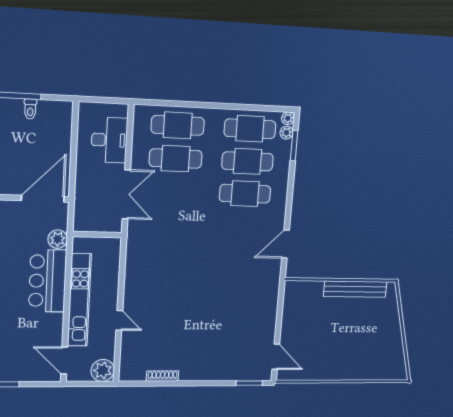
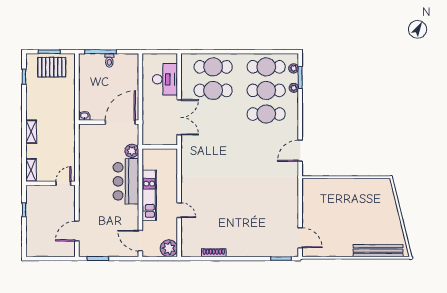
plant: (288, 118) -> (294, 88), moved
bench: (355, 289) -> (378, 251), moved
kitchen unit: (79, 300) -> (149, 195), width x0.73

